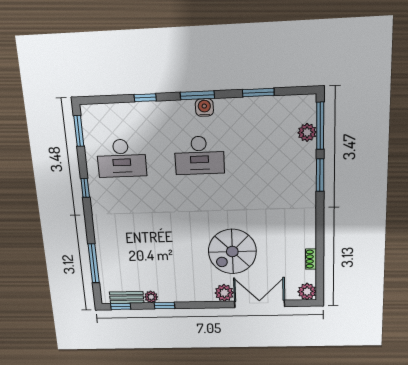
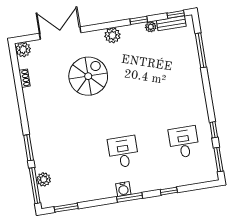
window: (258, 93) -> (66, 208), moved
desk: (199, 155) -> (123, 152), width x0.73
desk: (121, 158) -> (184, 142), width x0.73
window: (85, 188) -> (214, 130), moved
plant: (224, 293) -> (112, 35), moved
double door: (260, 304) -> (60, 33), swing flipped

